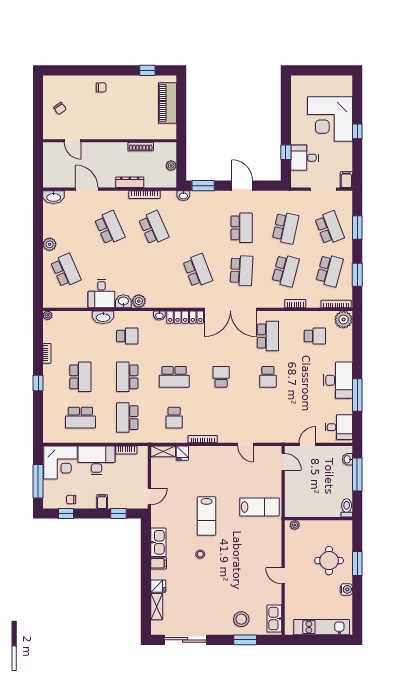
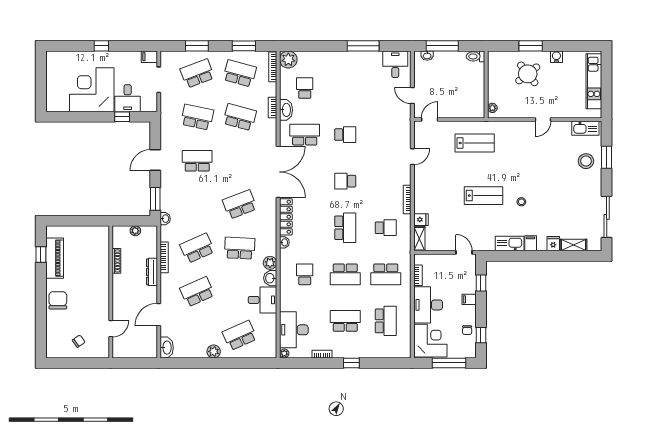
chair: (101, 87) -> (58, 300), width x1.87, depth x1.87
piano: (167, 103) -> (55, 258), moved, turned -90
corner desk: (330, 119) -> (92, 90), moved, turned 180
school desk: (242, 271) -> (240, 248), moved
washbasin: (103, 317) -> (286, 110), moved
desk: (338, 380) -> (294, 330), moved, turned -90
lab bench: (259, 507) -> (475, 143), turned 90
round table: (329, 561) -> (528, 74), turned -38

